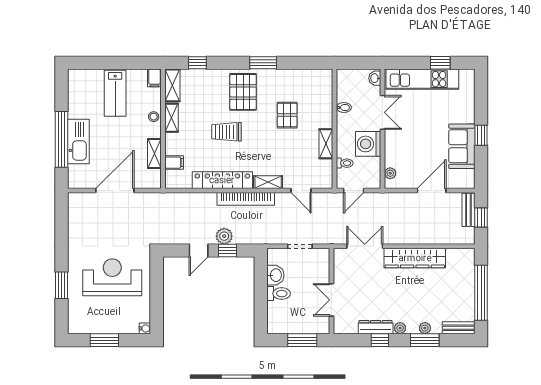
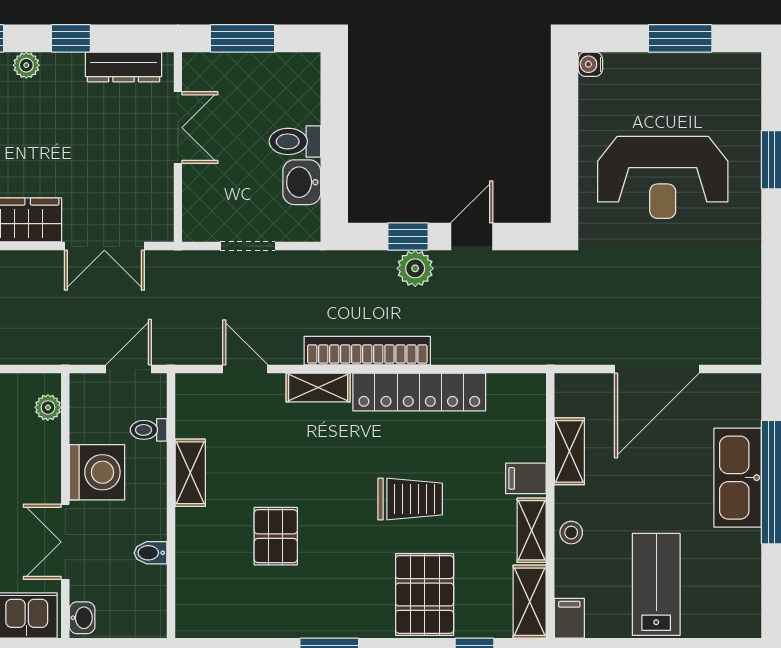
pallet: (243, 92) -> (425, 595), moved
filing cabinet: (174, 163) -> (526, 478), moved
dresser: (376, 327) -> (123, 67), moved

